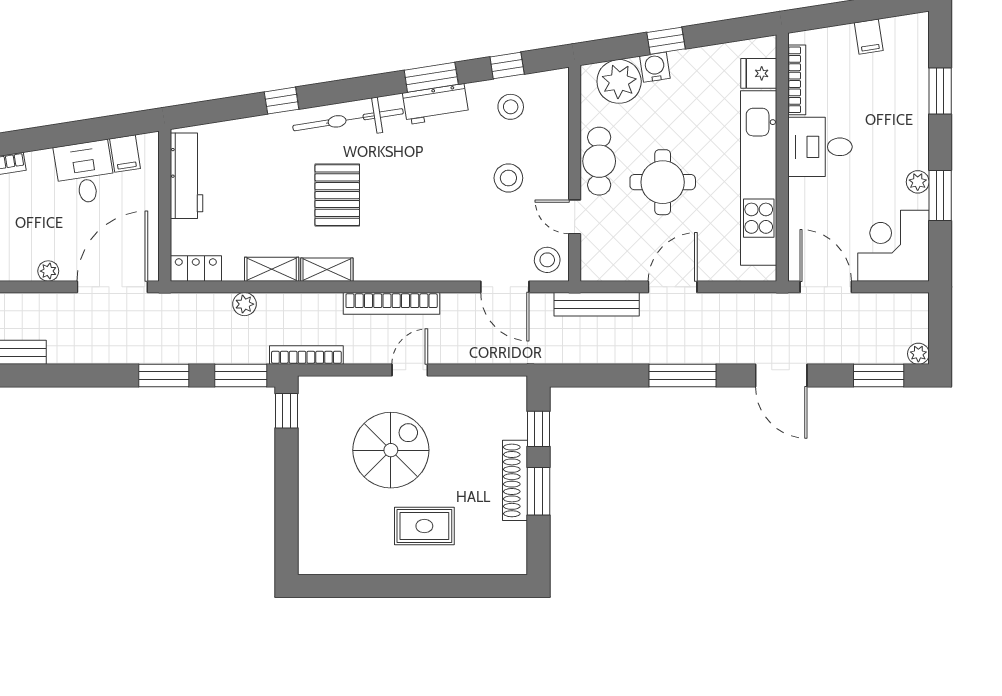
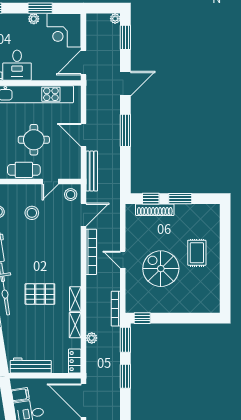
bookcase: (392, 303) -> (91, 252), moved
shoe rack: (515, 480) -> (155, 210), moved

